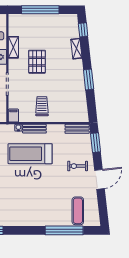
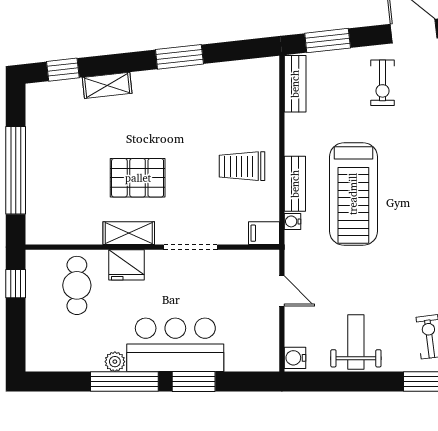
shelving: (13, 47) -> (129, 233), moved

